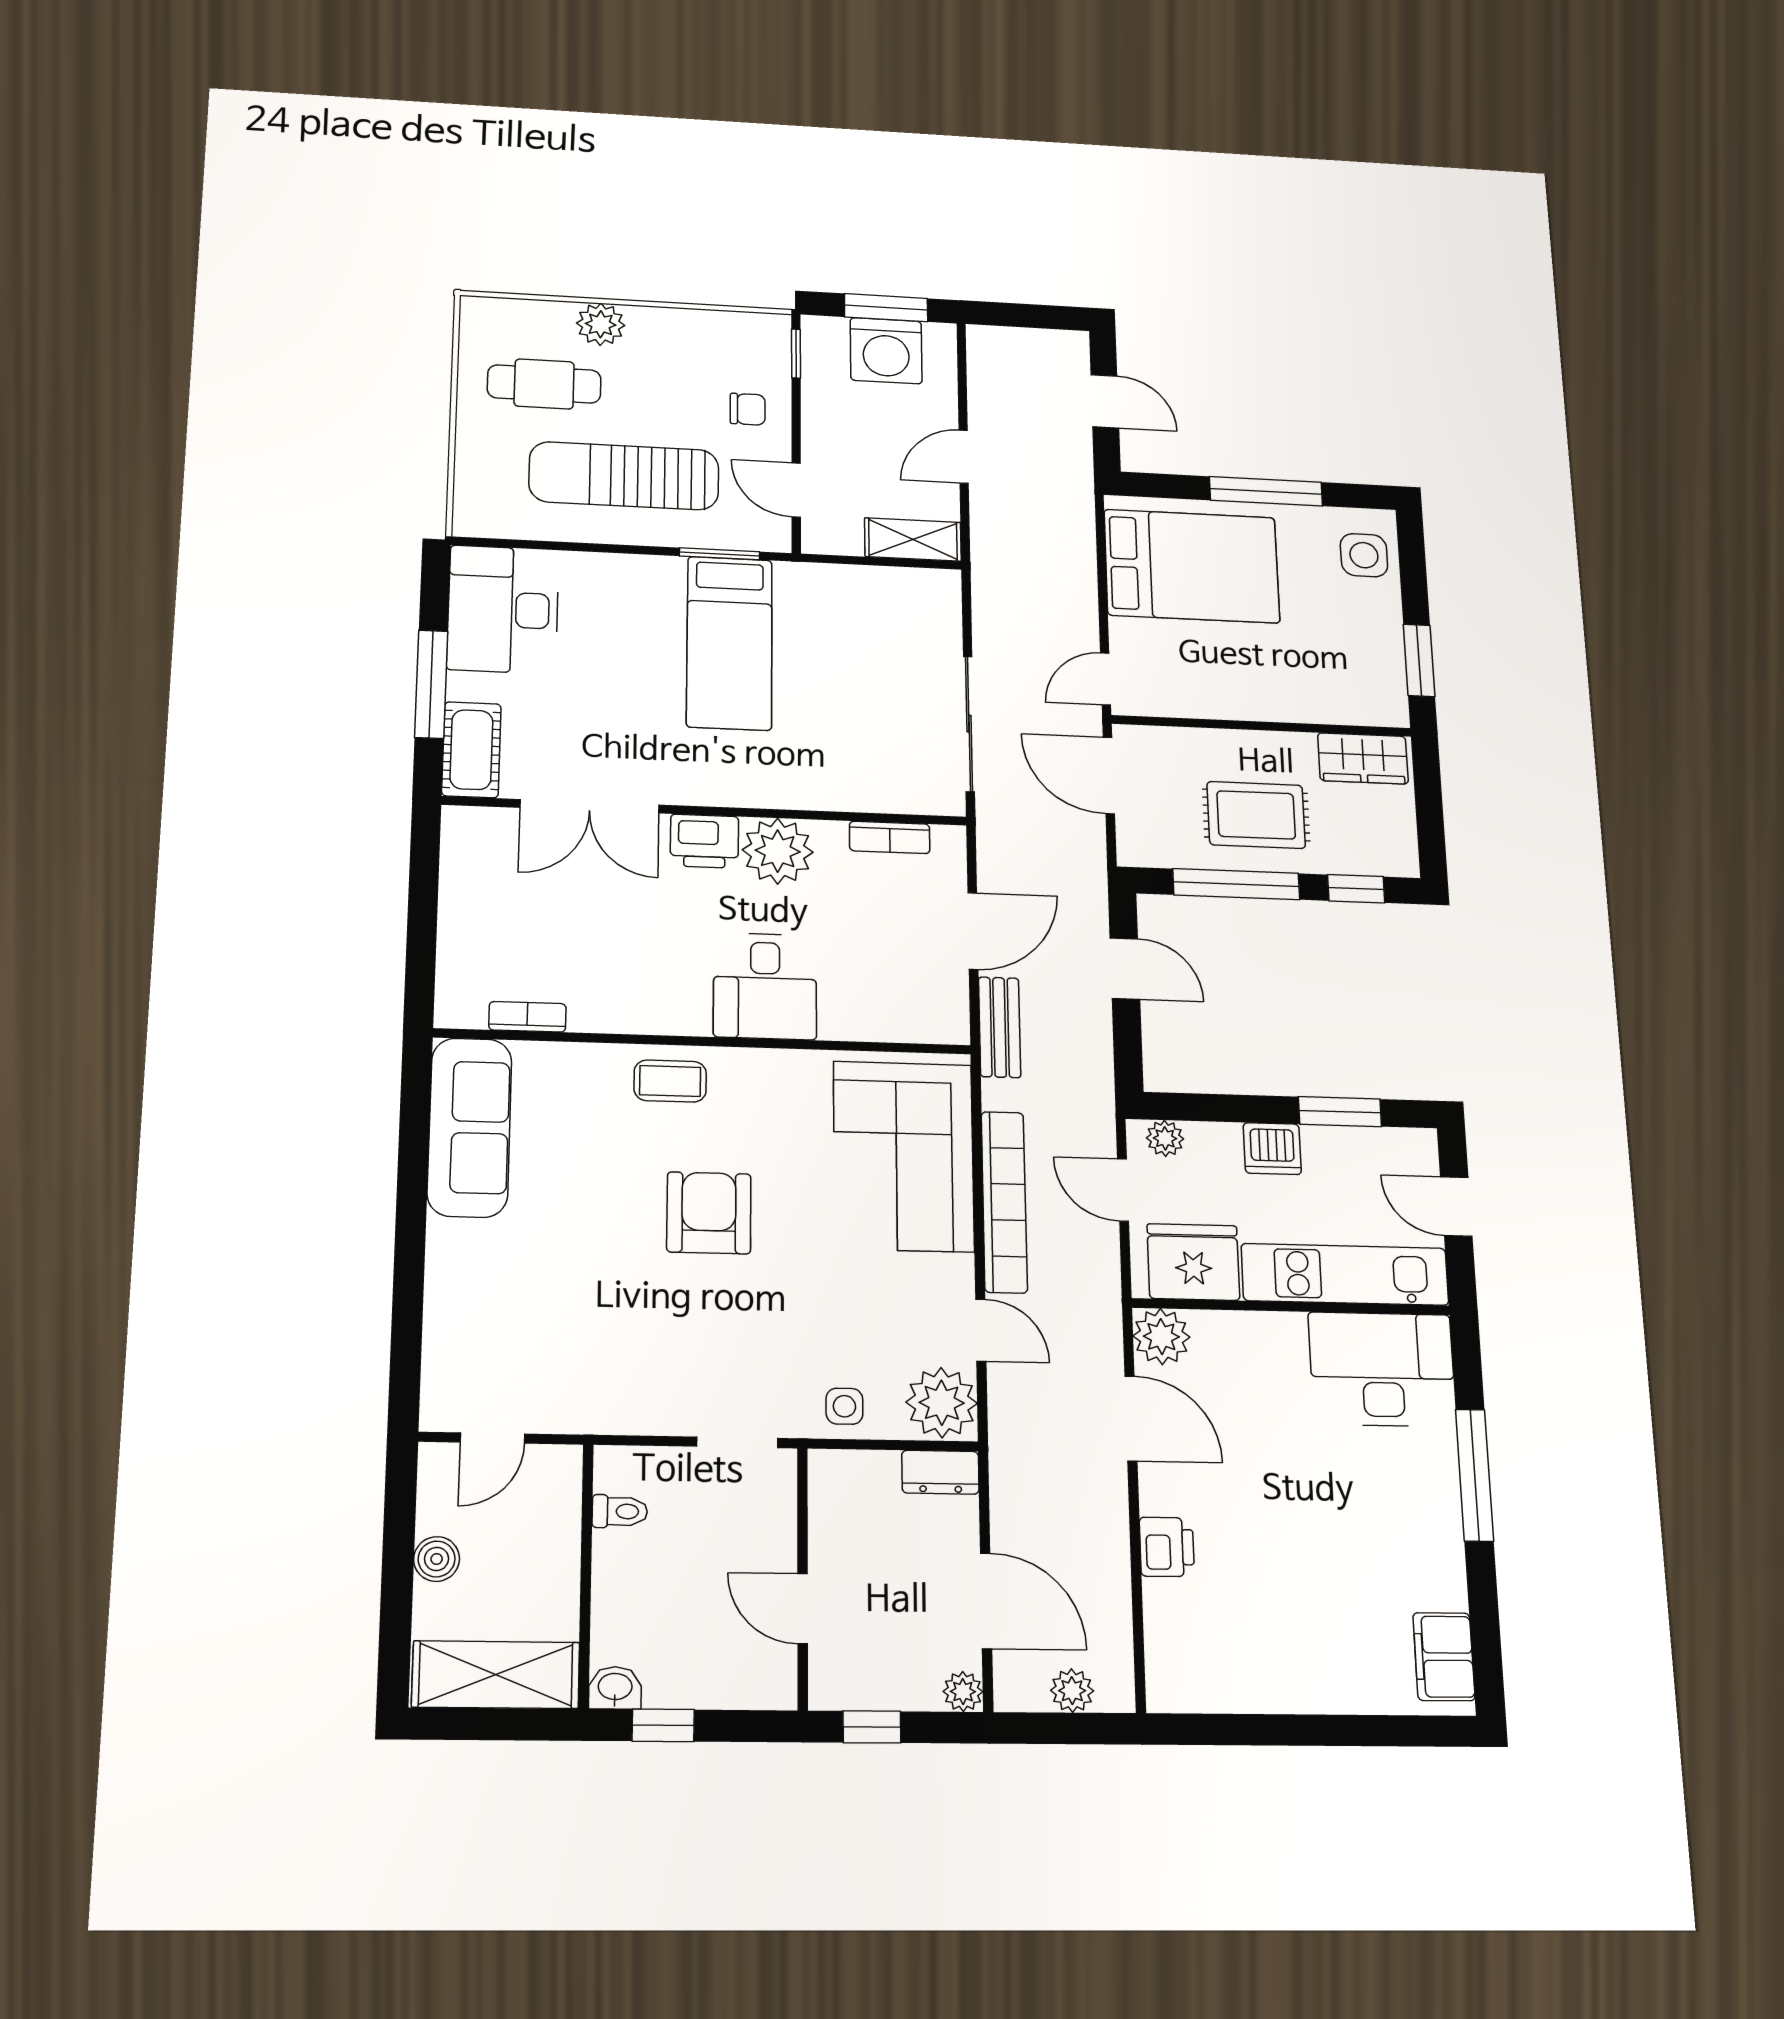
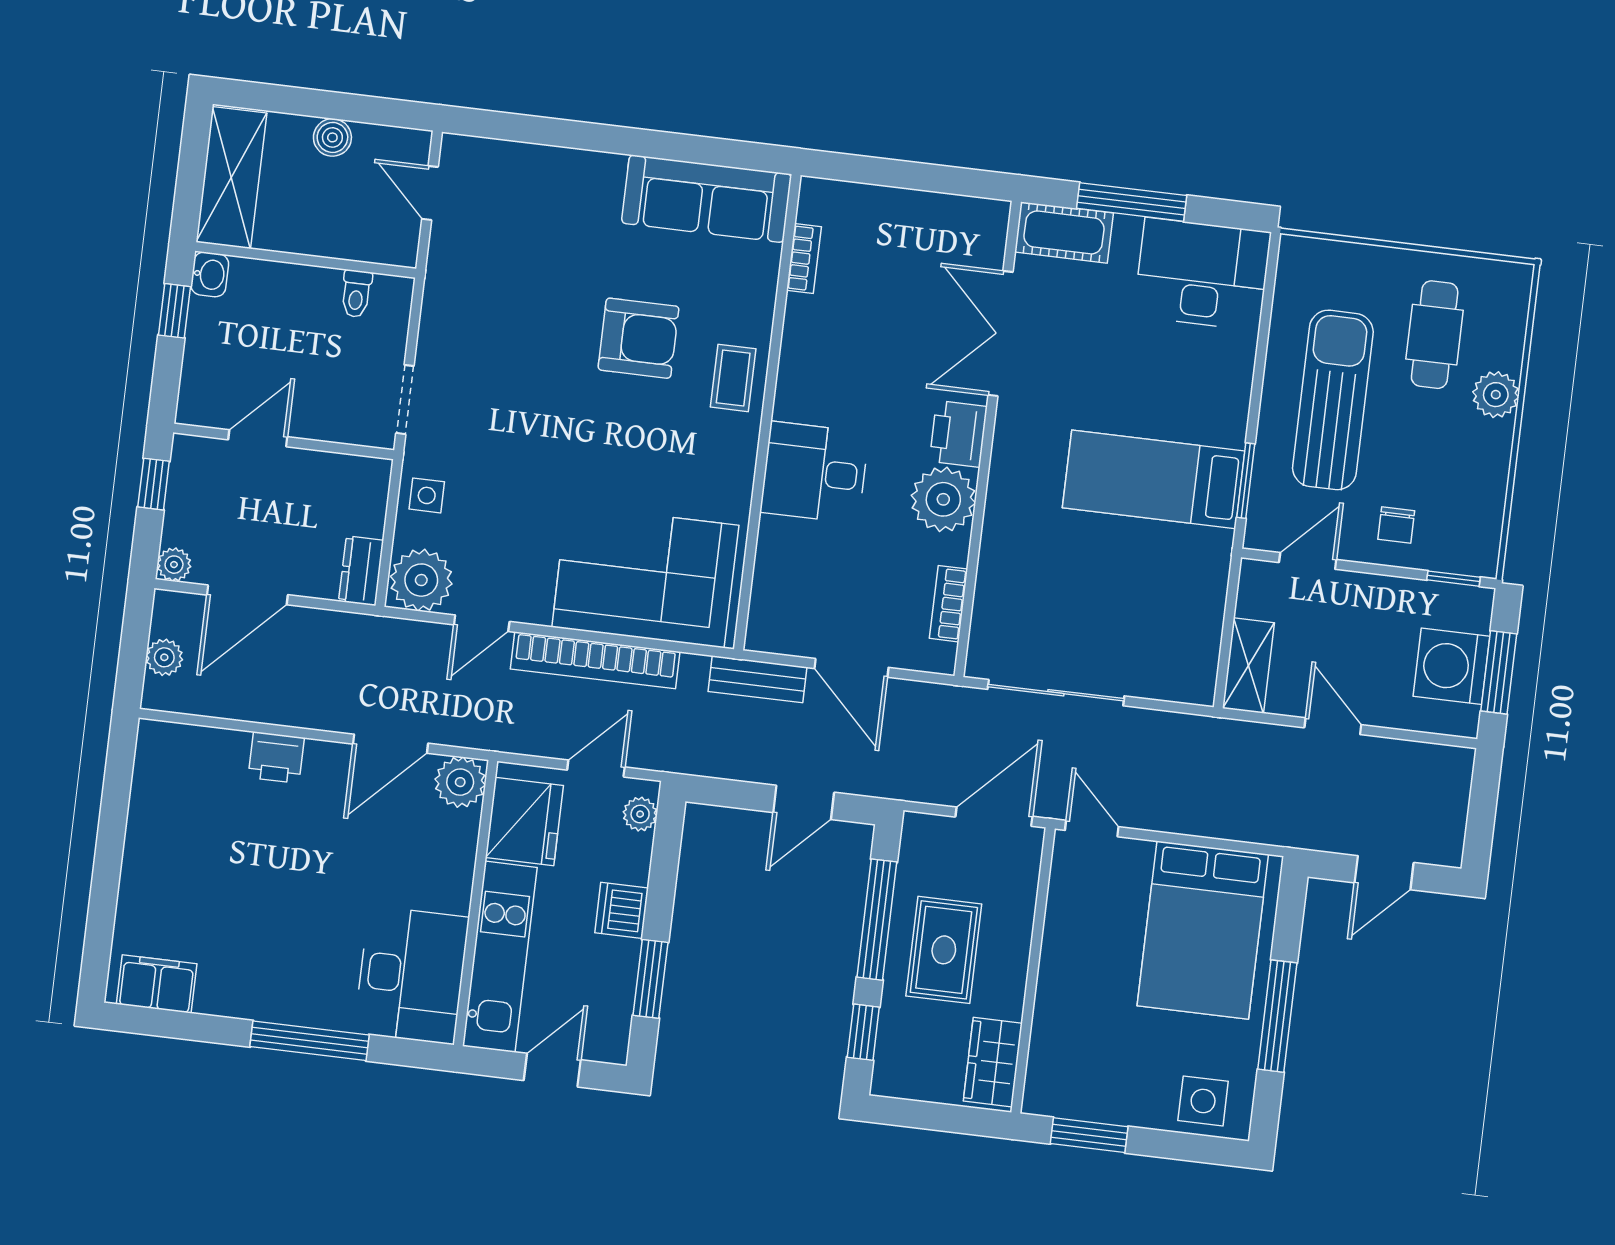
armchair: (709, 1213) -> (638, 338), moved

